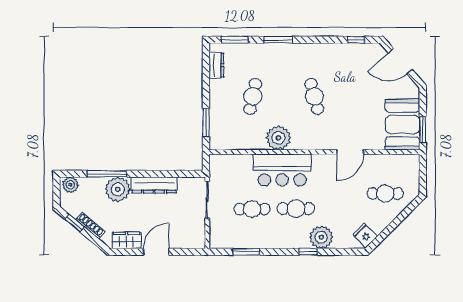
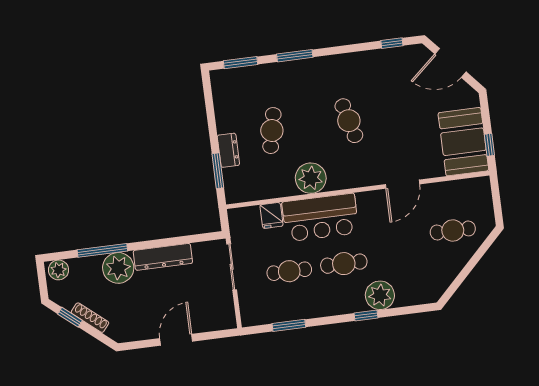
dresser: (216, 65) -> (228, 150), moved
window: (423, 130) -> (489, 145), width x0.67
fridge: (365, 235) -> (271, 215), moved, turned -135
wardrobe: (127, 240) -> (137, 330), removed

